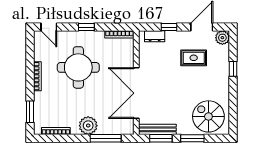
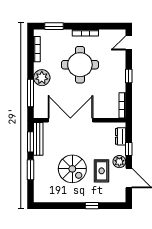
plant: (222, 38) -> (119, 162), moved
round table: (78, 67) -> (80, 65), moved
spiral stairs: (208, 116) -> (72, 169), moved, turned 90

